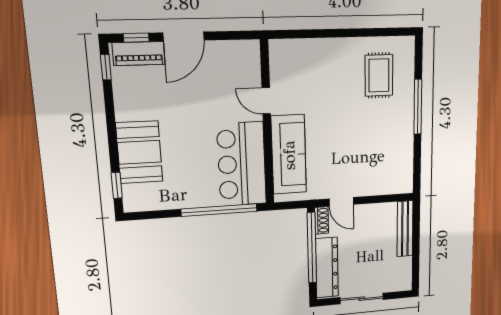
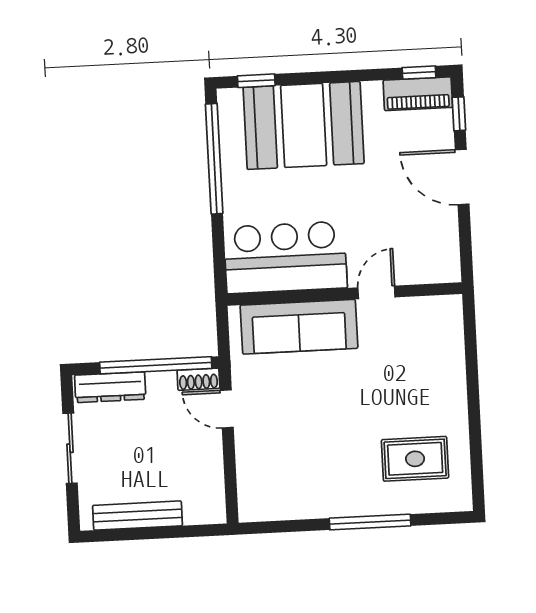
piano: (139, 54) -> (418, 94), moved, turned -90
booth: (139, 152) -> (304, 125), width x1.36, depth x1.42
door: (341, 202) -> (227, 409), hinge flipped
window: (219, 210) -> (214, 159), moved
bench: (405, 229) -> (138, 516), moved
dresser: (327, 268) -> (110, 387), width x0.73, depth x0.80

